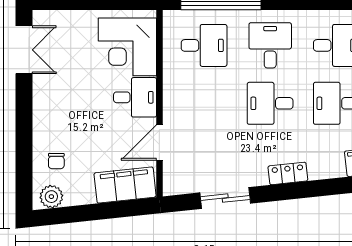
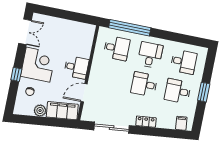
corner desk: (127, 47) -> (38, 65), moved, turned 180
window: (24, 134) -> (16, 74), added
plant: (51, 197) -> (40, 111), moved
sliding door: (225, 198) -> (112, 128), width x1.37

